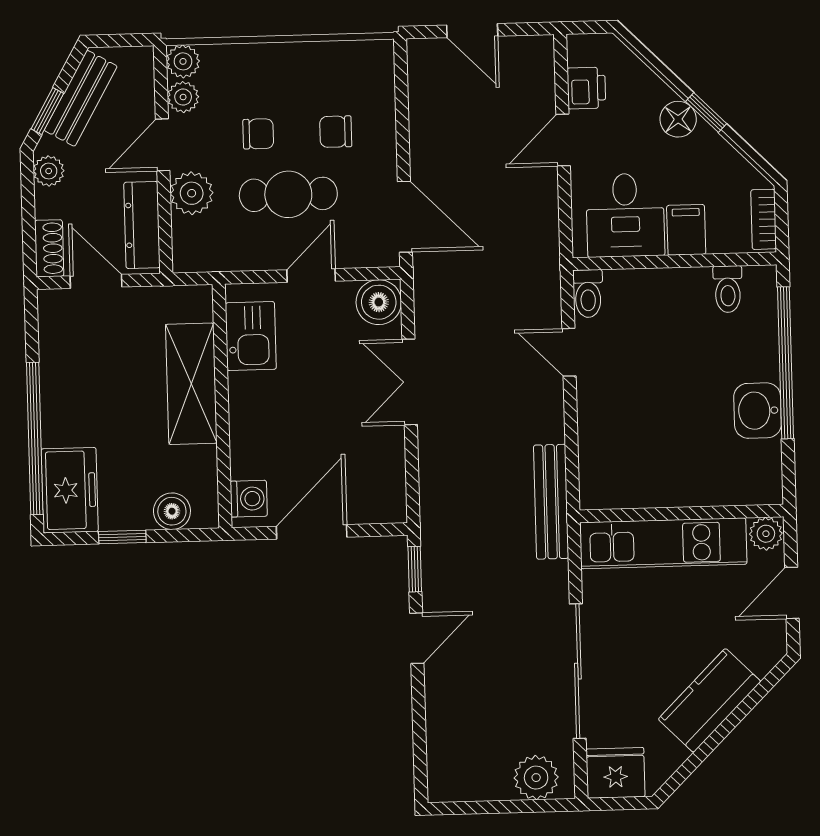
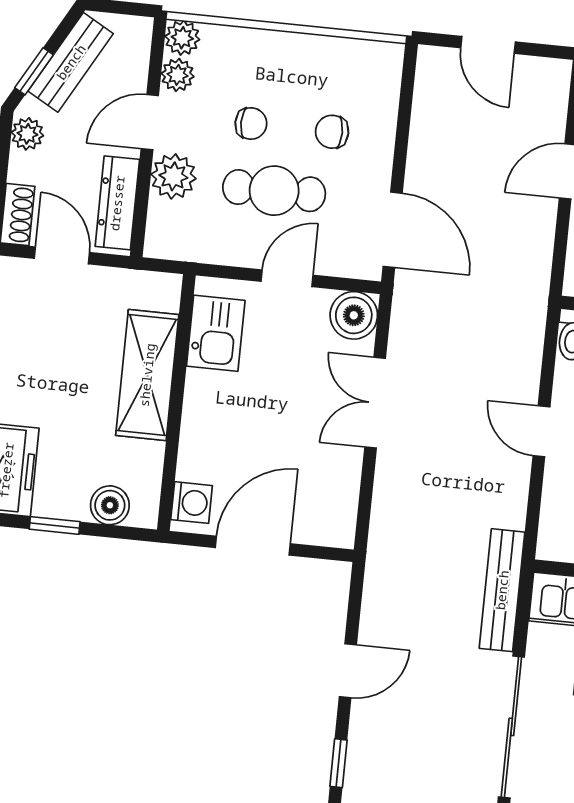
door: (569, 352) -> (541, 431), moved
bench: (551, 502) -> (502, 590), moved
window: (415, 569) -> (339, 763), moved

